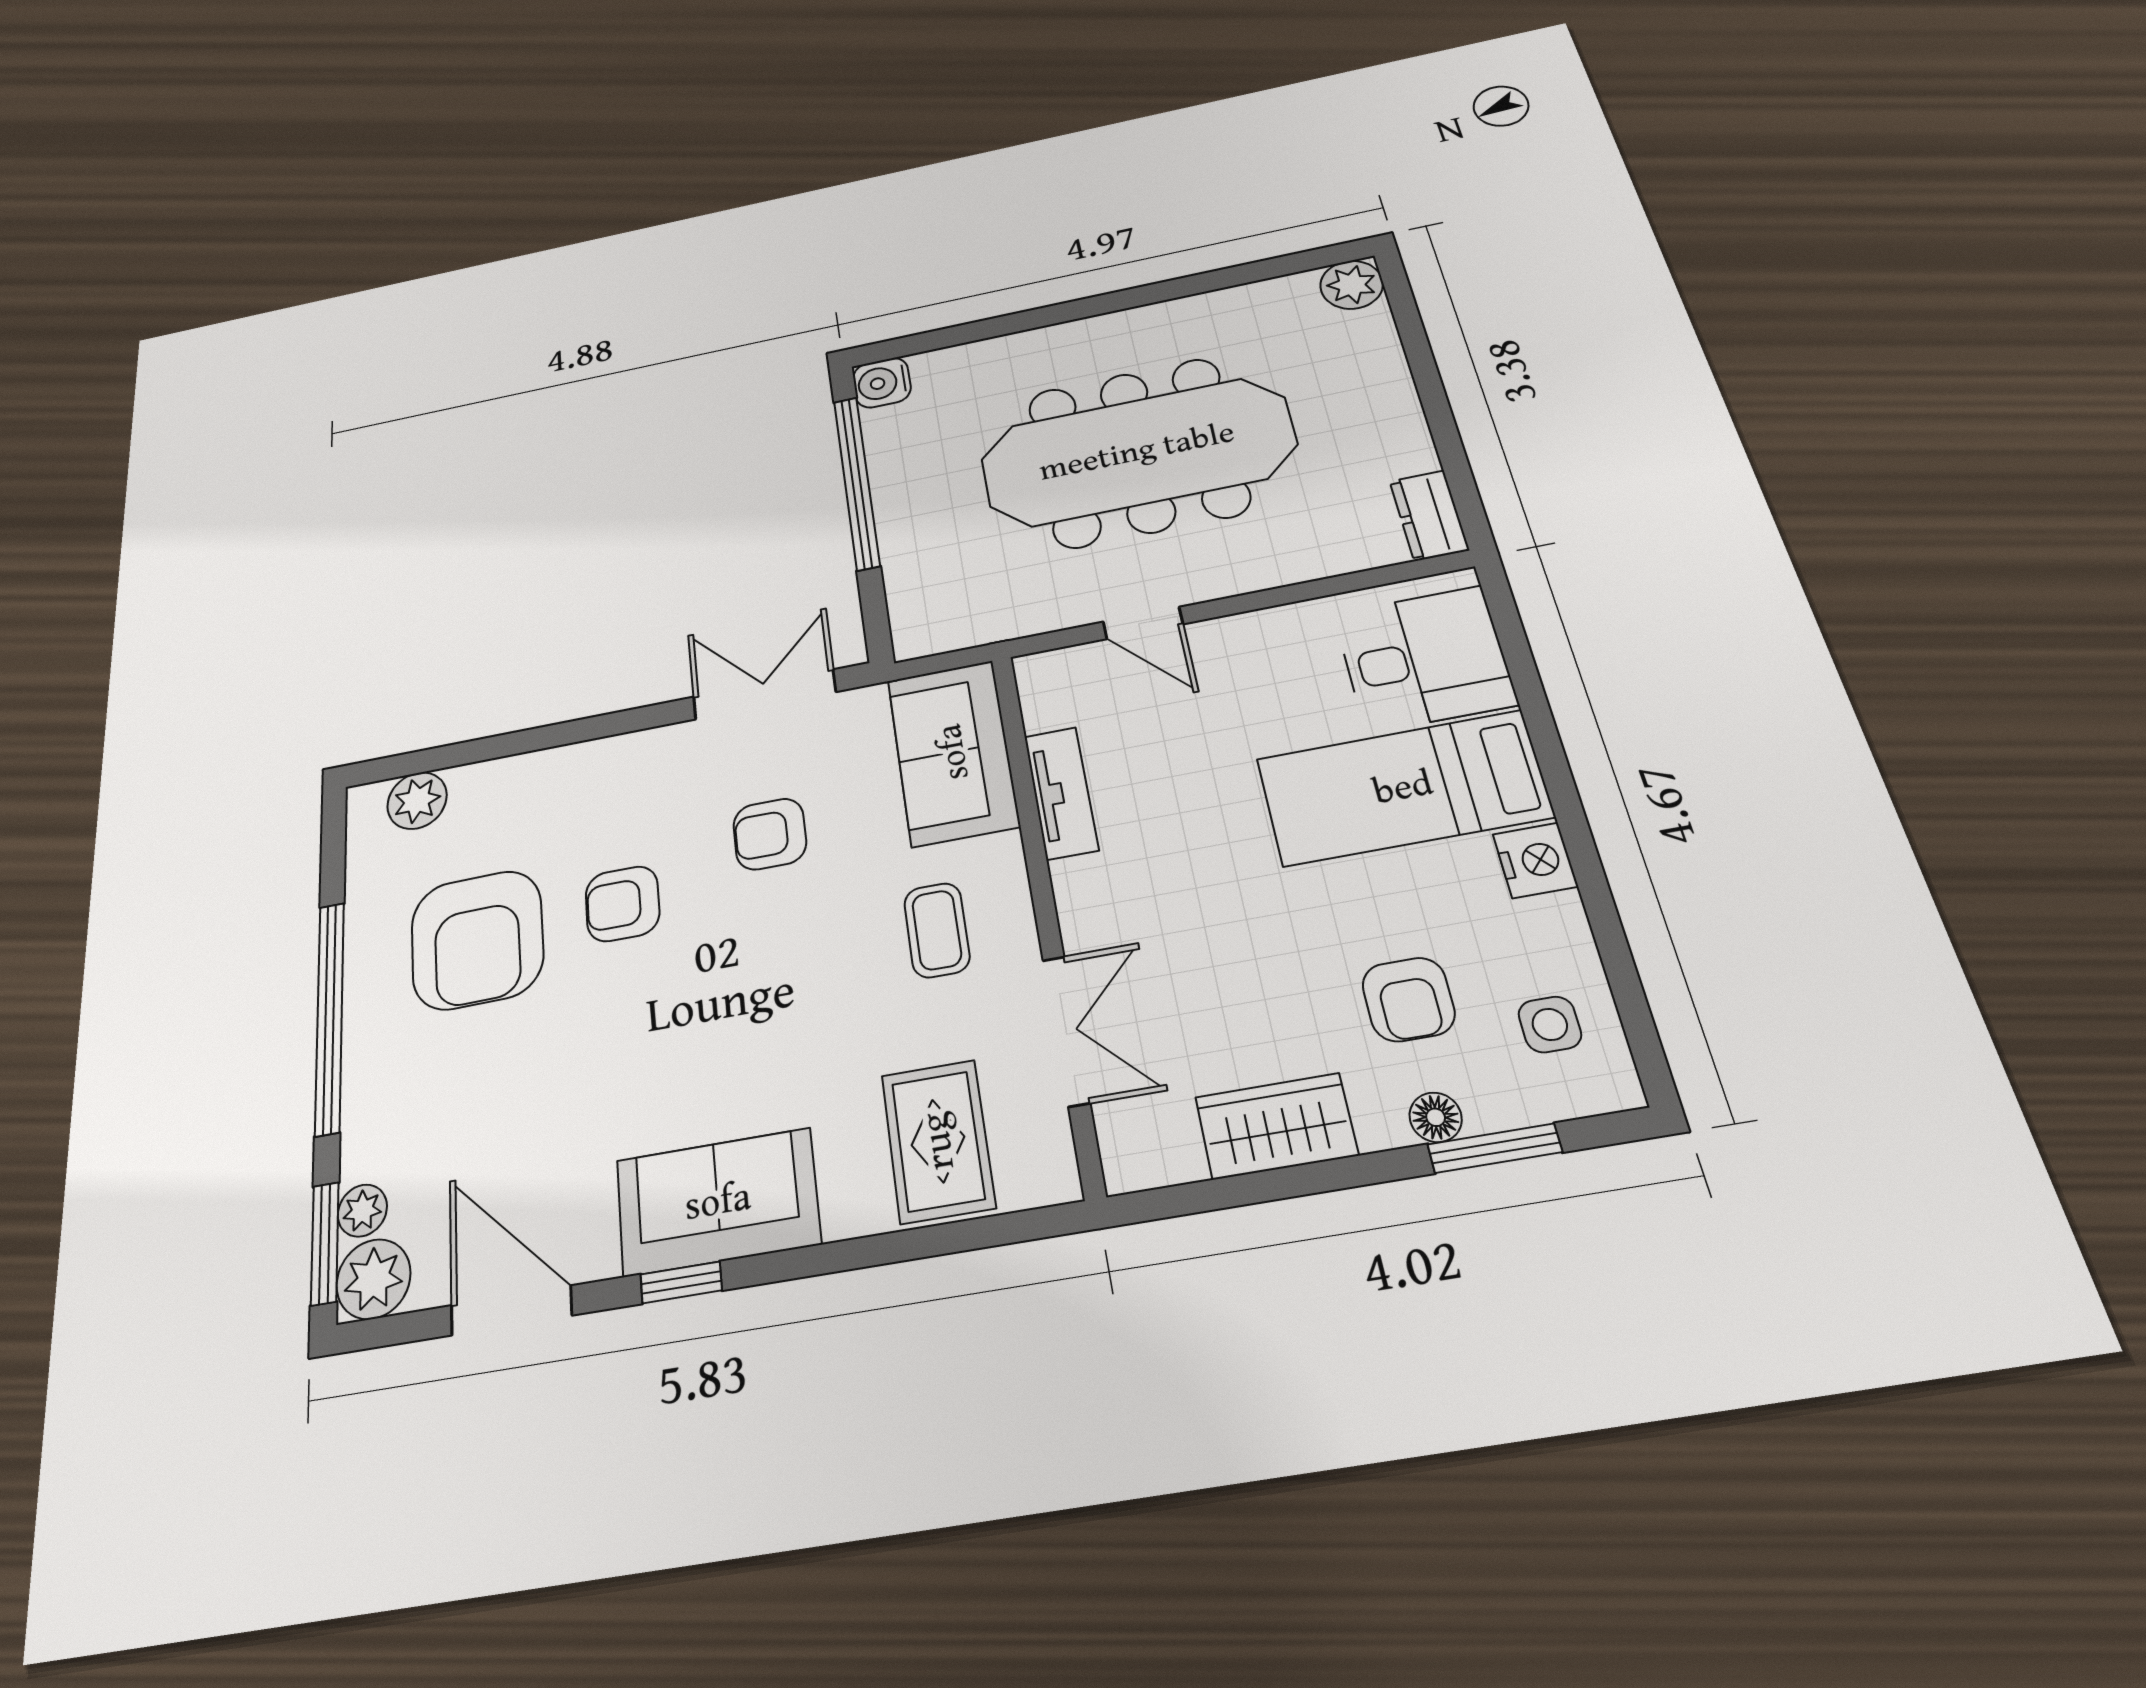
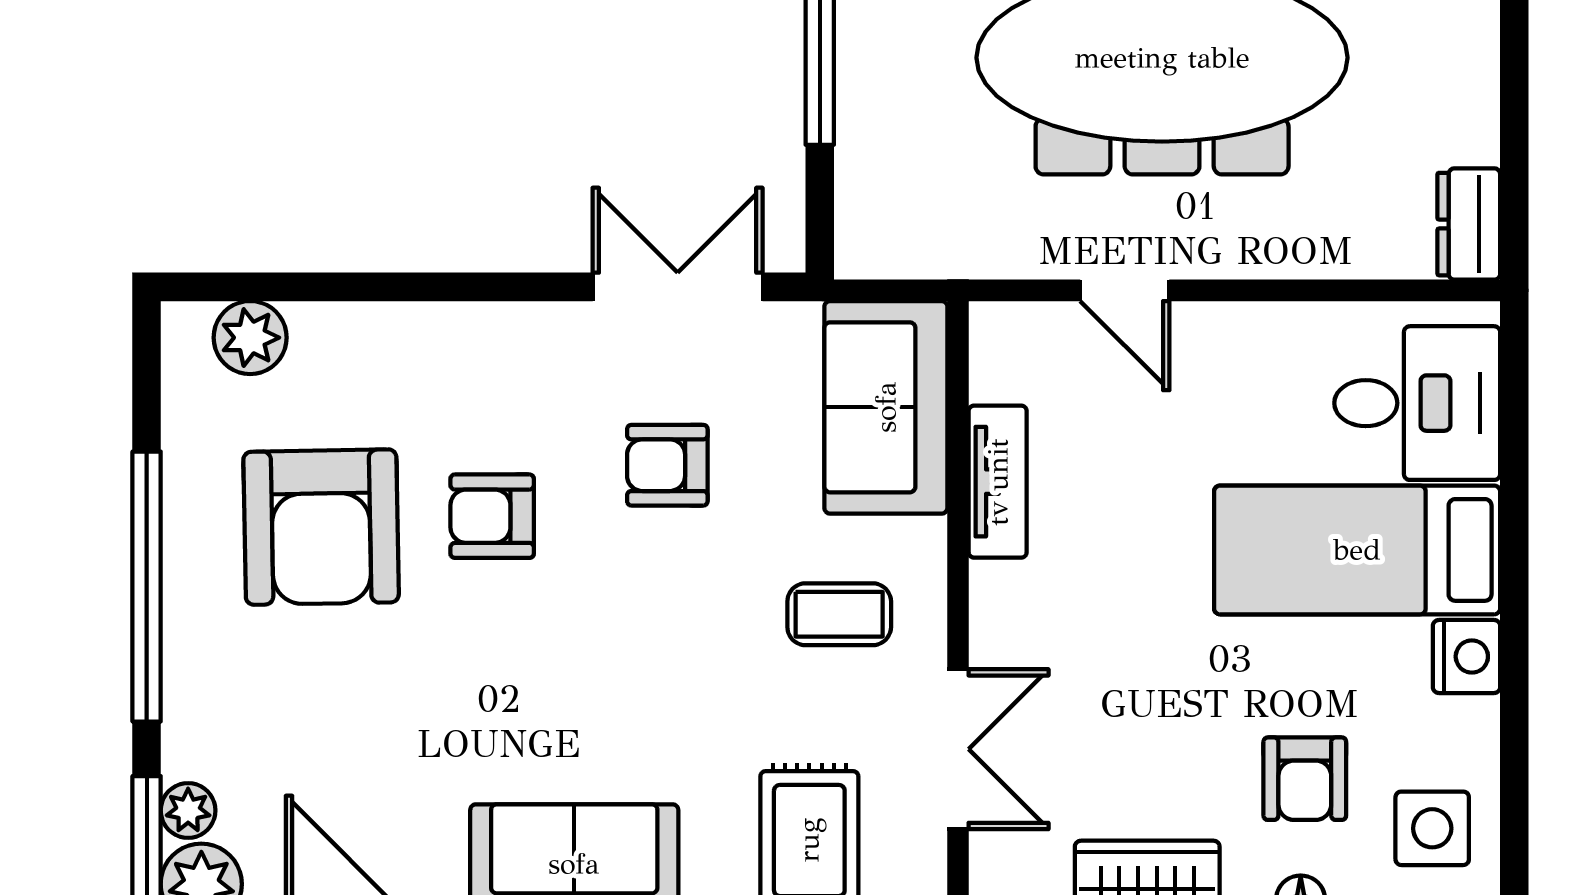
coffee table: (937, 930) -> (839, 614), turned 90
side table: (1550, 1024) -> (1432, 828), width x1.37, depth x1.37

